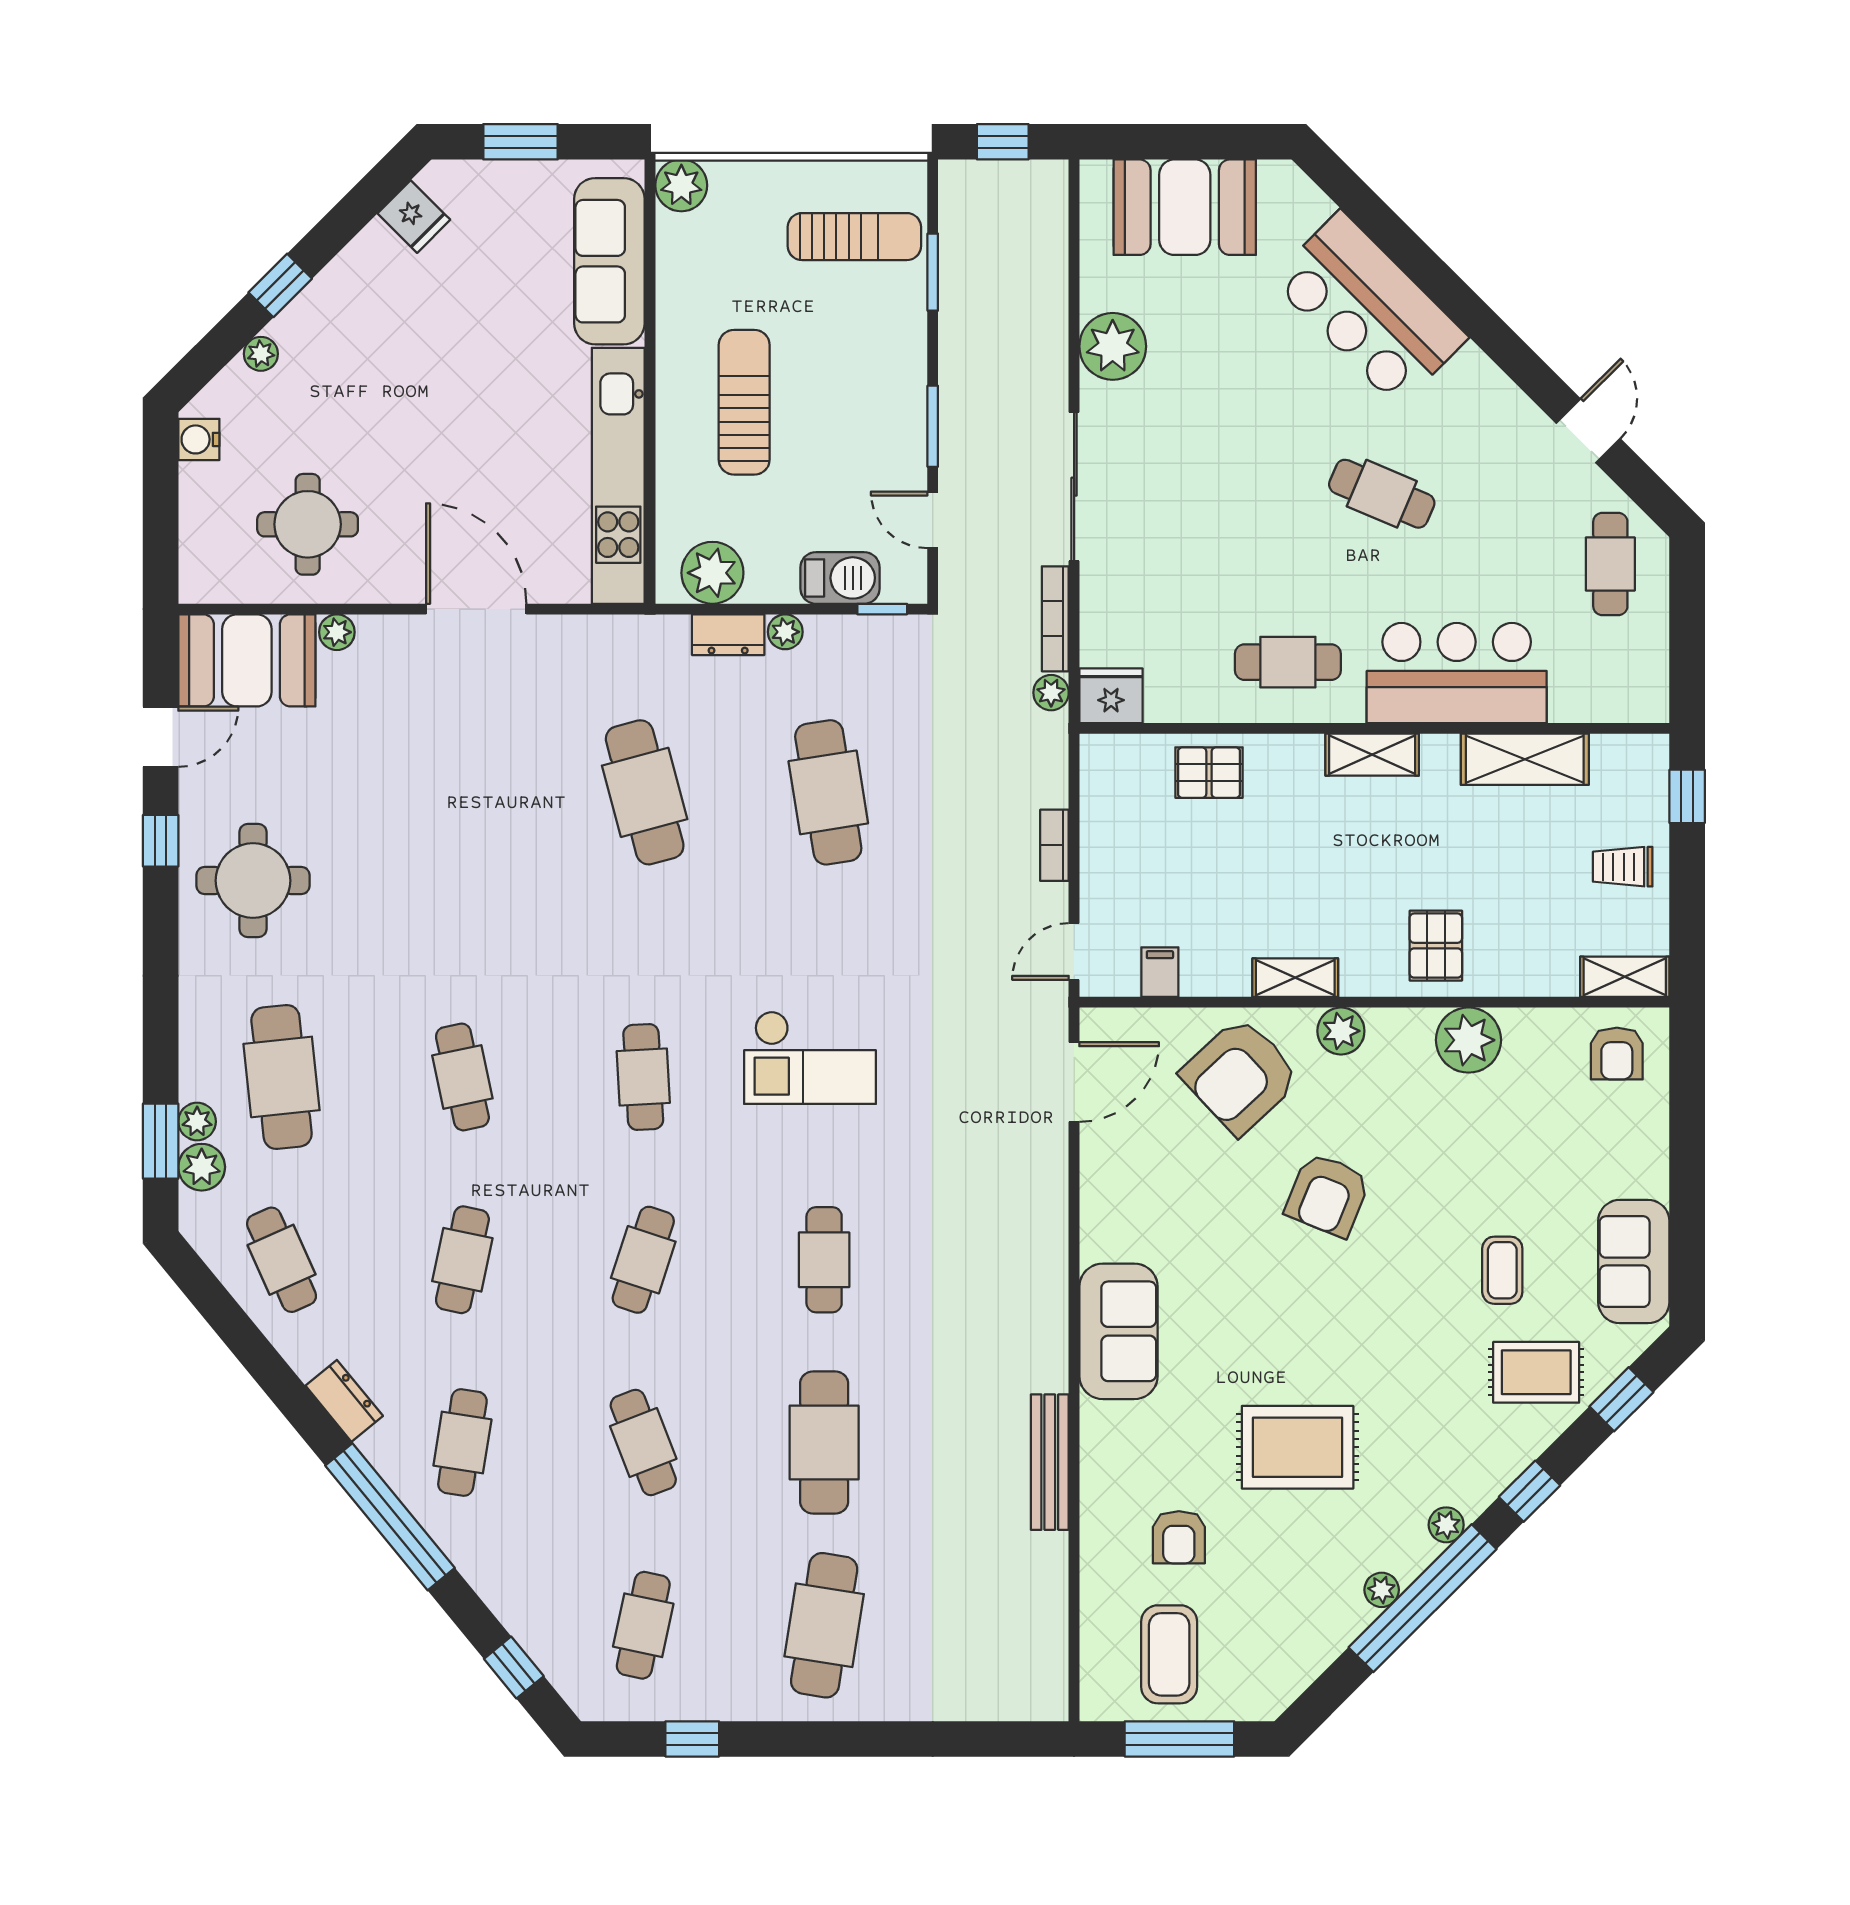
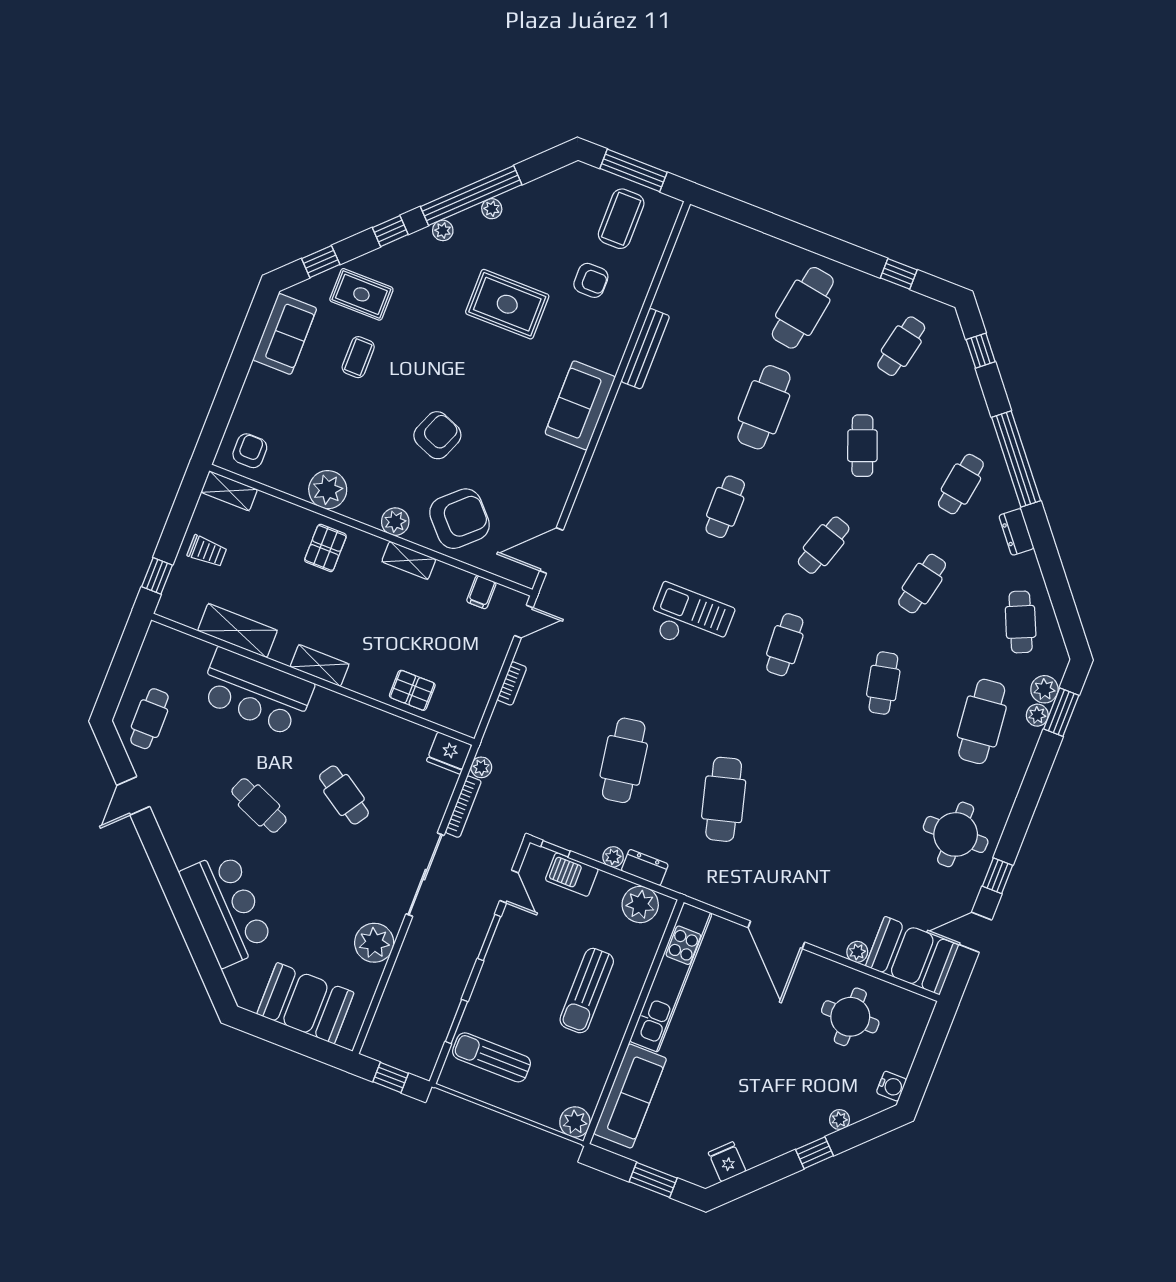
cafe table: (1288, 662) -> (344, 795), moved, turned 33
armchair: (1179, 1537) -> (591, 280), turned 90

